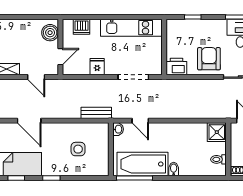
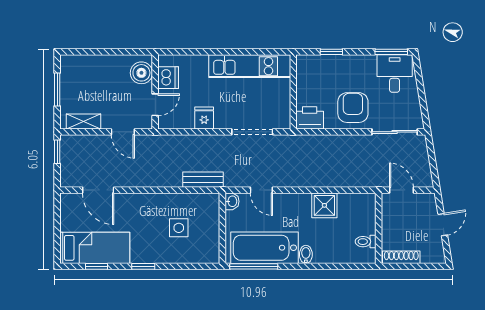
dishwasher: (82, 27) -> (168, 78), moved, turned -90
door: (29, 121) -> (98, 190), moved
shower: (217, 132) -> (324, 205), moved

